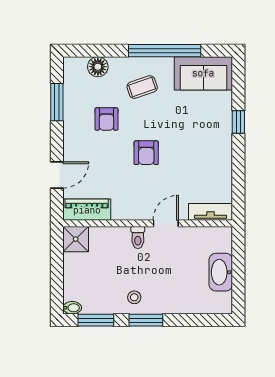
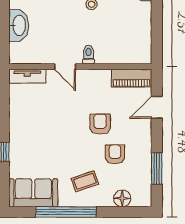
armchair: (146, 153) -> (100, 124), moved
door: (166, 223) -> (65, 67), hinge flipped
shower: (76, 239) -> (141, 53), removed

